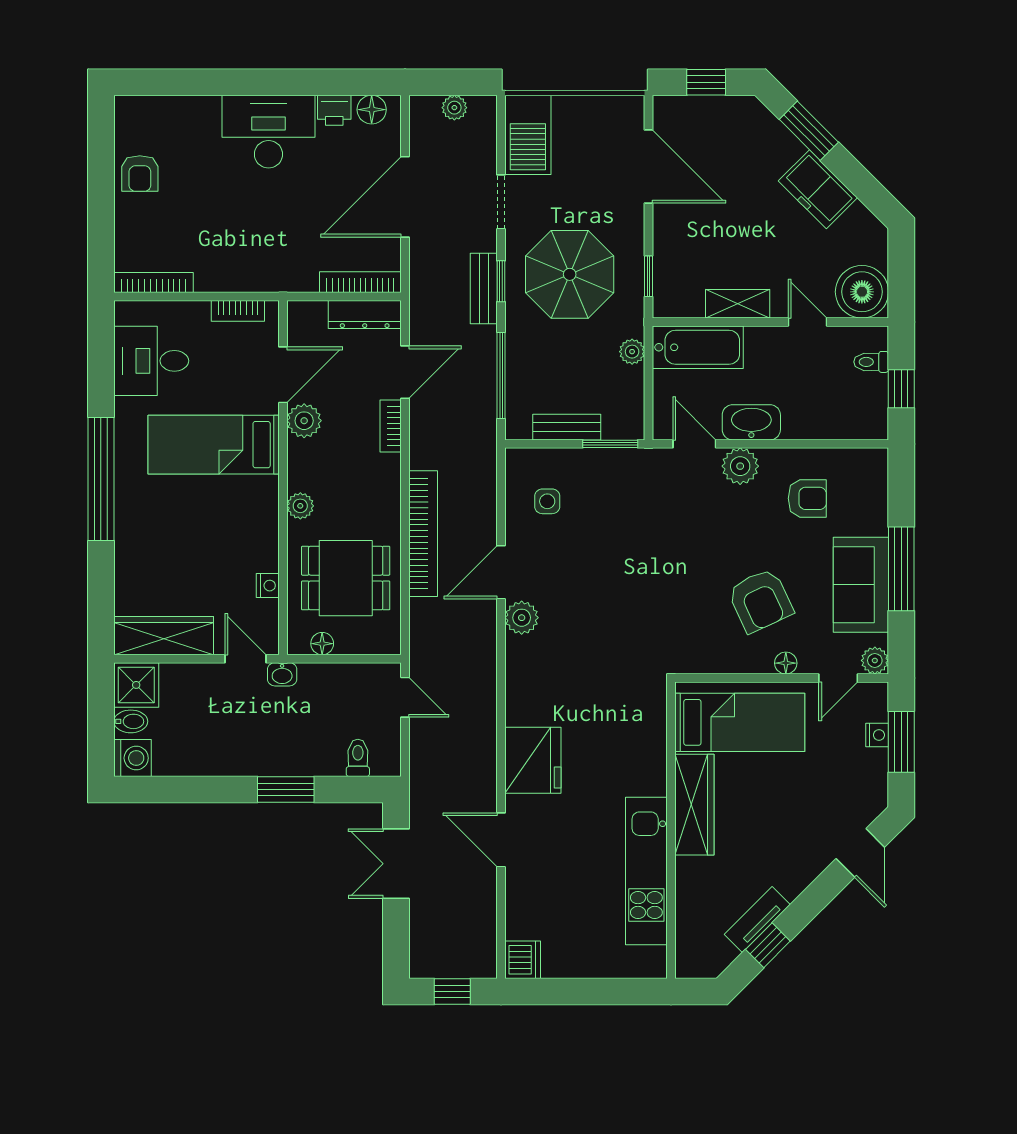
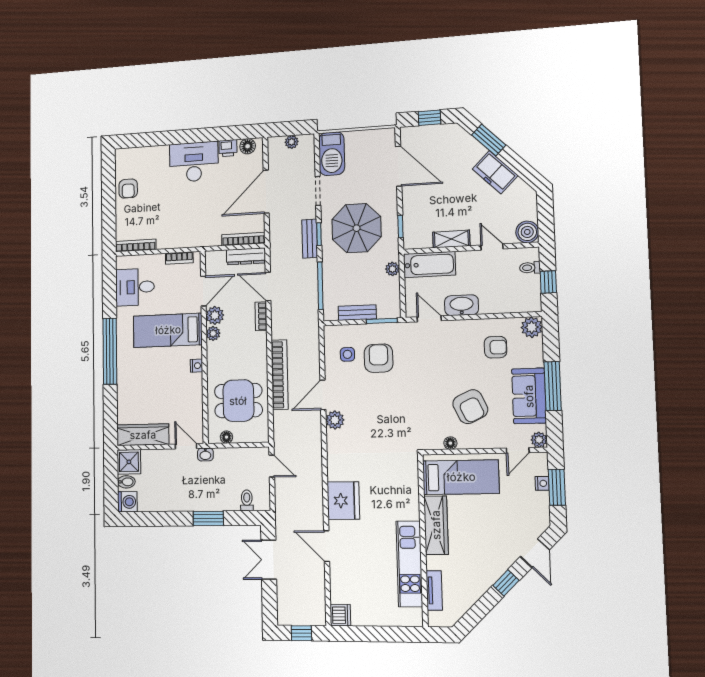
boiler: (862, 292) -> (527, 232), width x0.73, depth x0.73
door: (405, 372) -> (268, 287), swing flipped
plant: (740, 466) -> (532, 327), moved
plant: (300, 506) -> (213, 333), moved
armchair: (603, 510) -> (379, 358), added
nightstand: (268, 586) -> (196, 366), moved
floor lamp: (786, 663) -> (450, 443), moved
tv unit: (757, 919) -> (434, 590), moved, turned 135
window: (768, 945) -> (506, 583), moved

